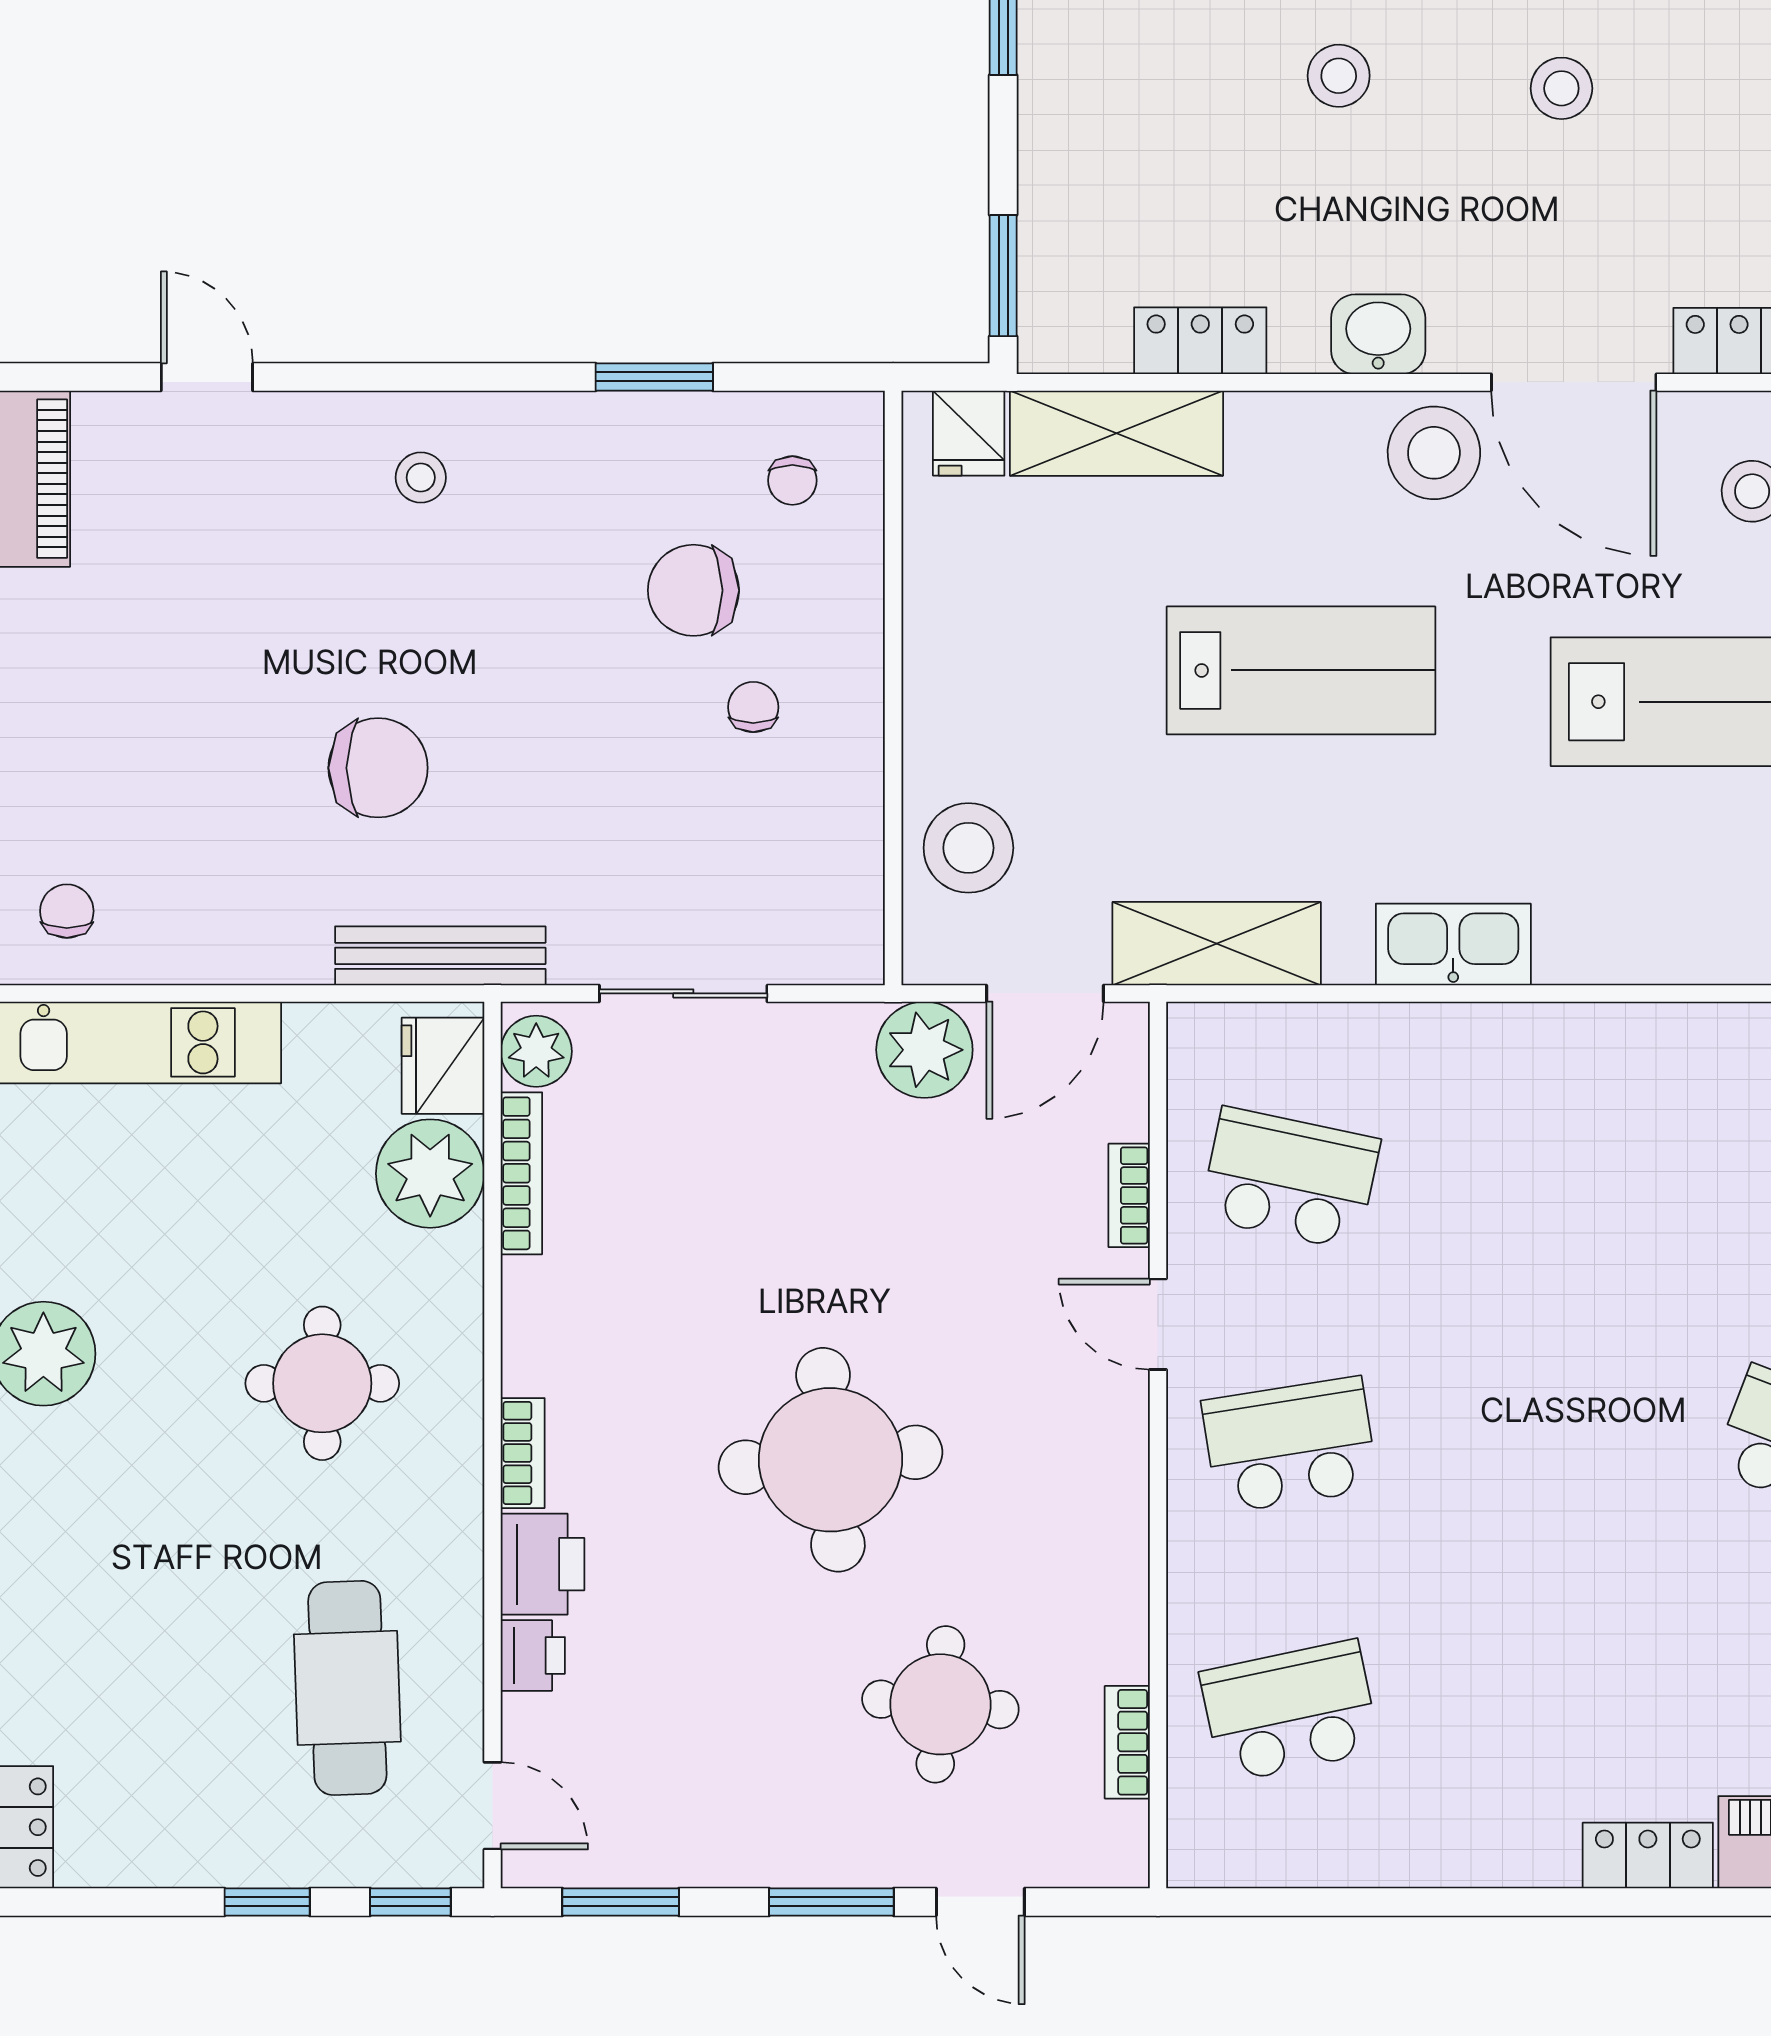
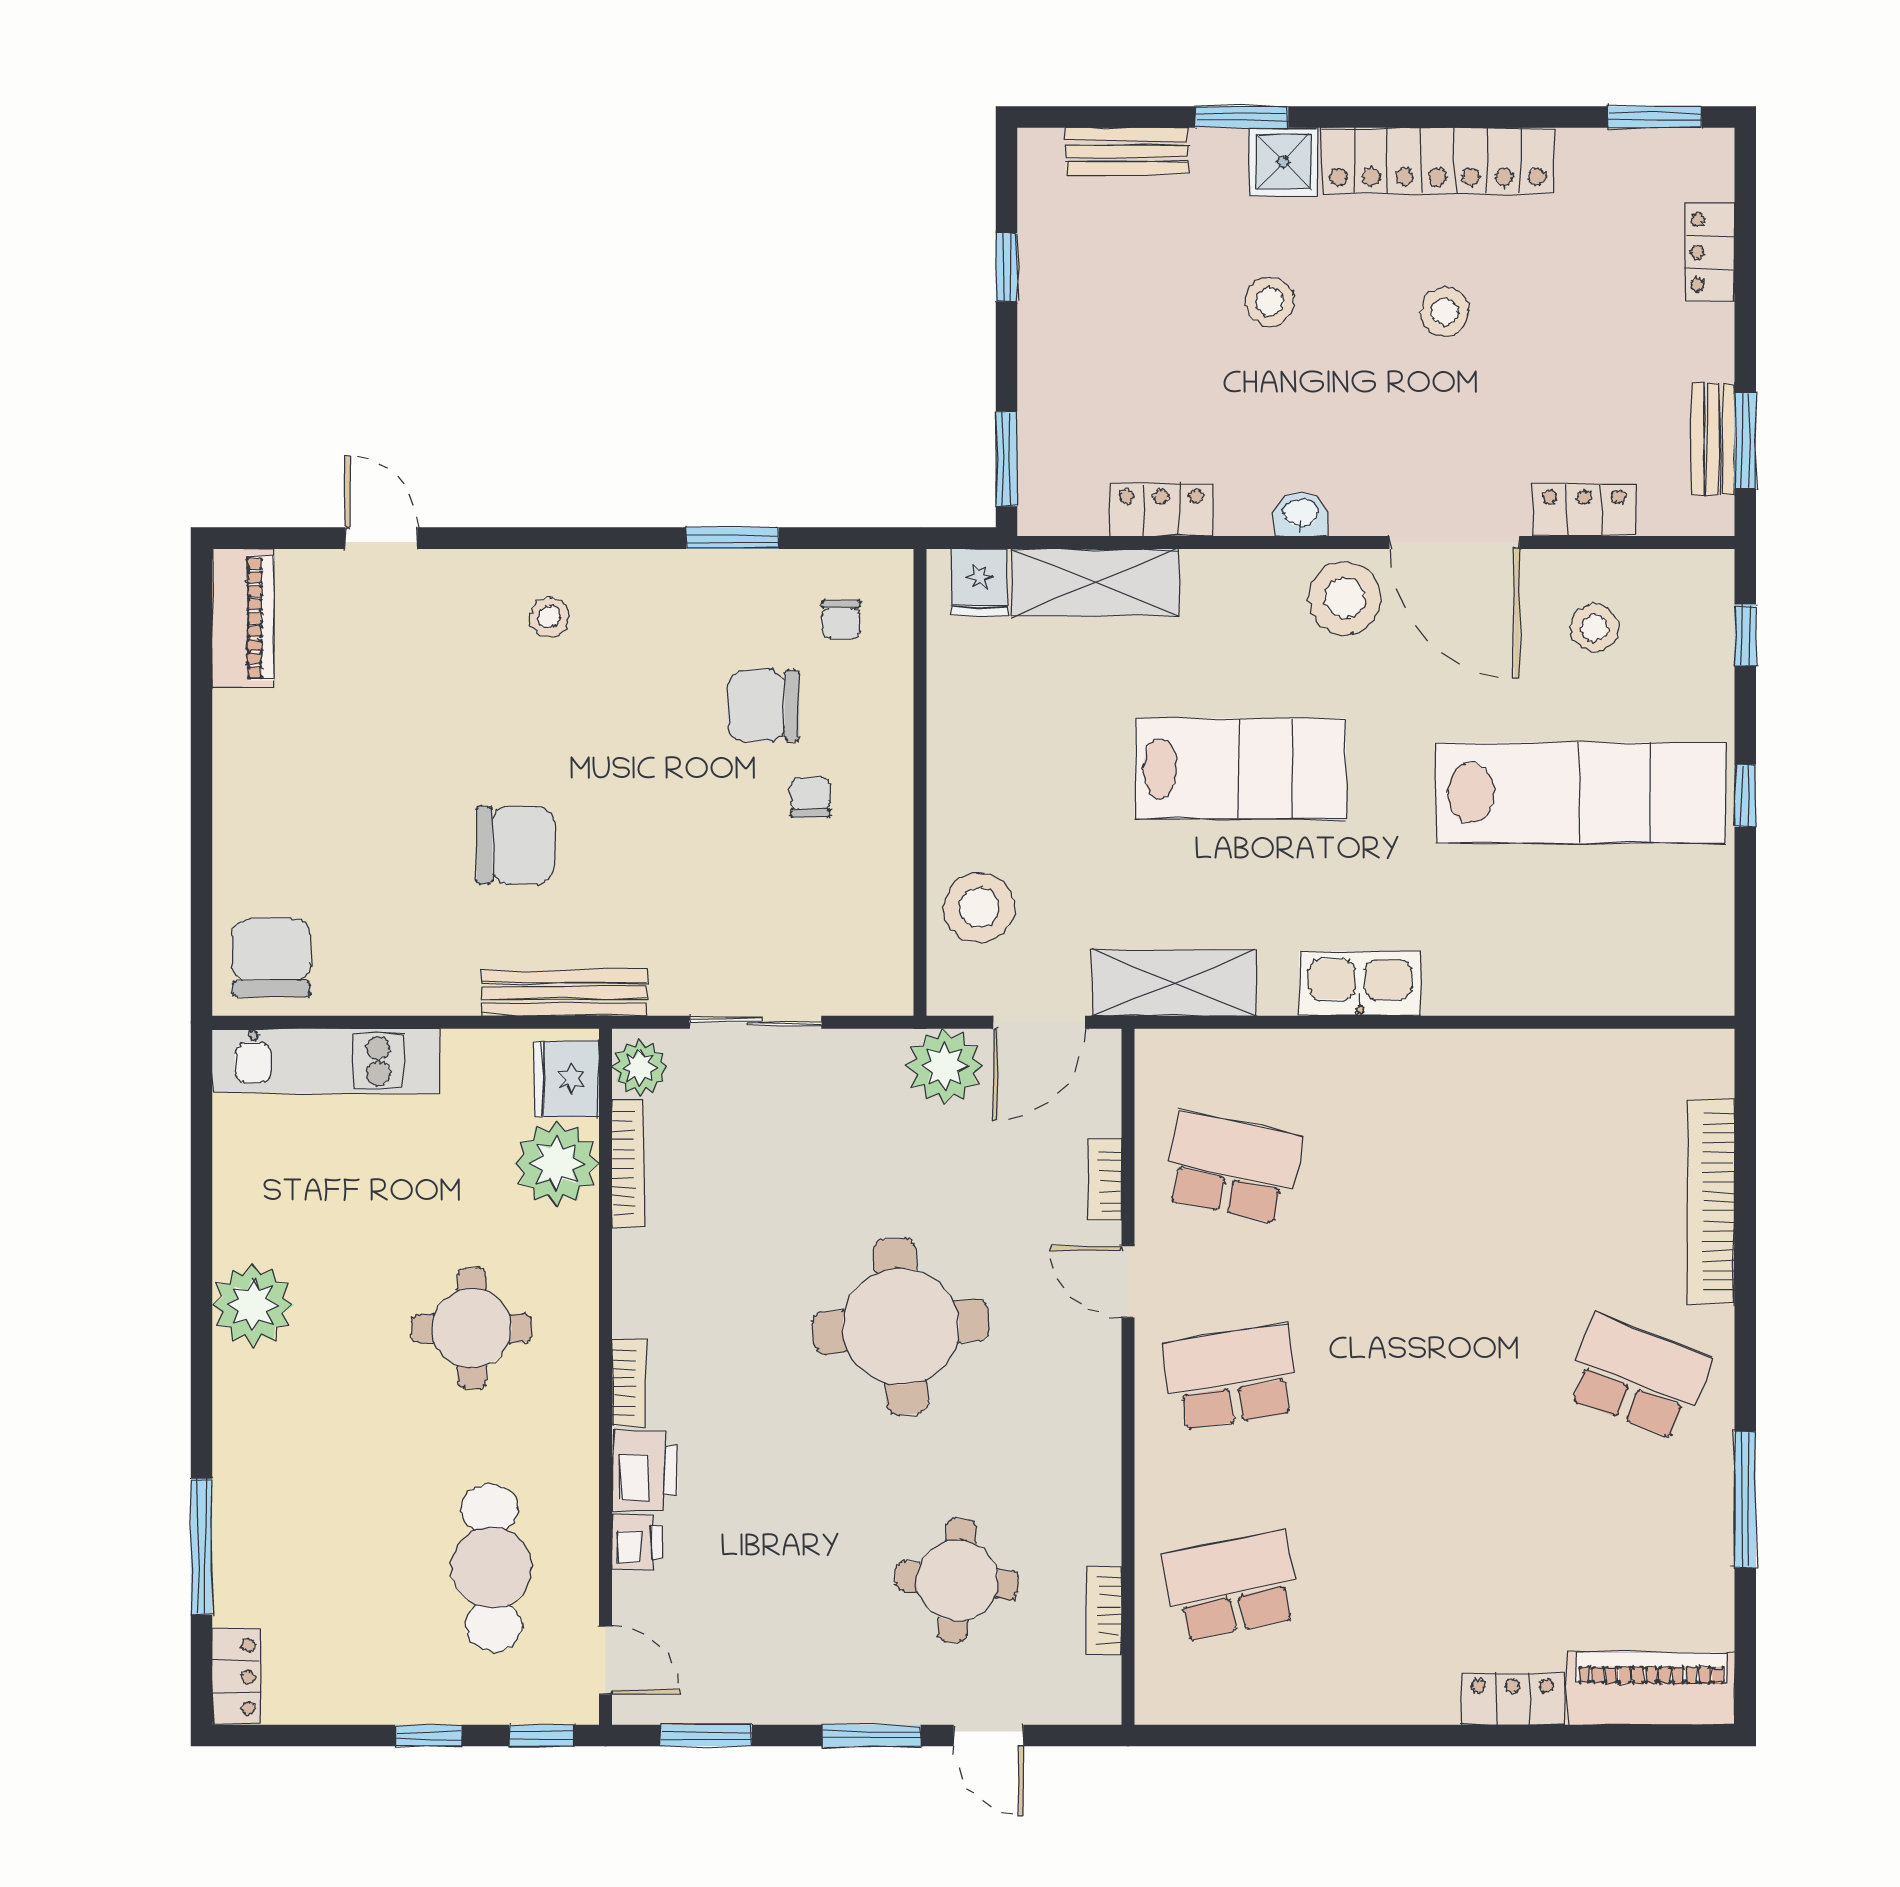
washbasin: (1378, 334) -> (1301, 514), width x0.72, depth x0.69
chair: (67, 911) -> (271, 958), width x1.87, depth x1.87
round table: (830, 1460) -> (901, 1326), moved

